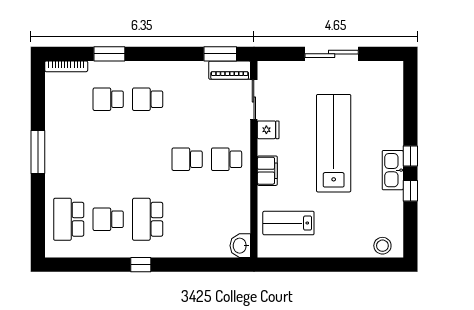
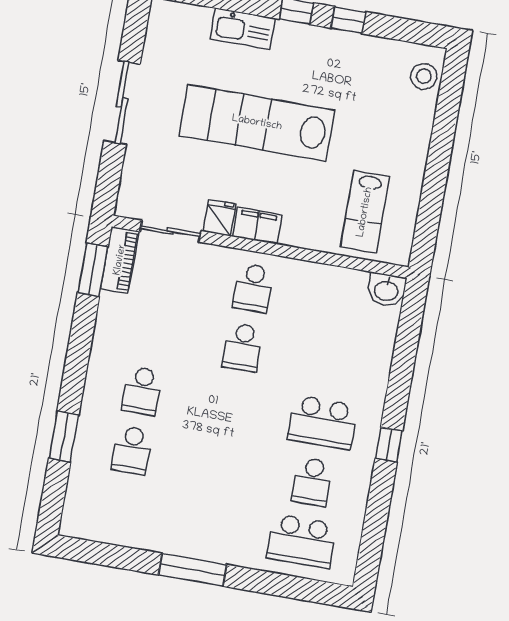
bookcase: (66, 66) -> (71, 505), removed
kitchen sink: (393, 170) -> (243, 29), moved
filing cabinet: (267, 171) -> (257, 226), moved

